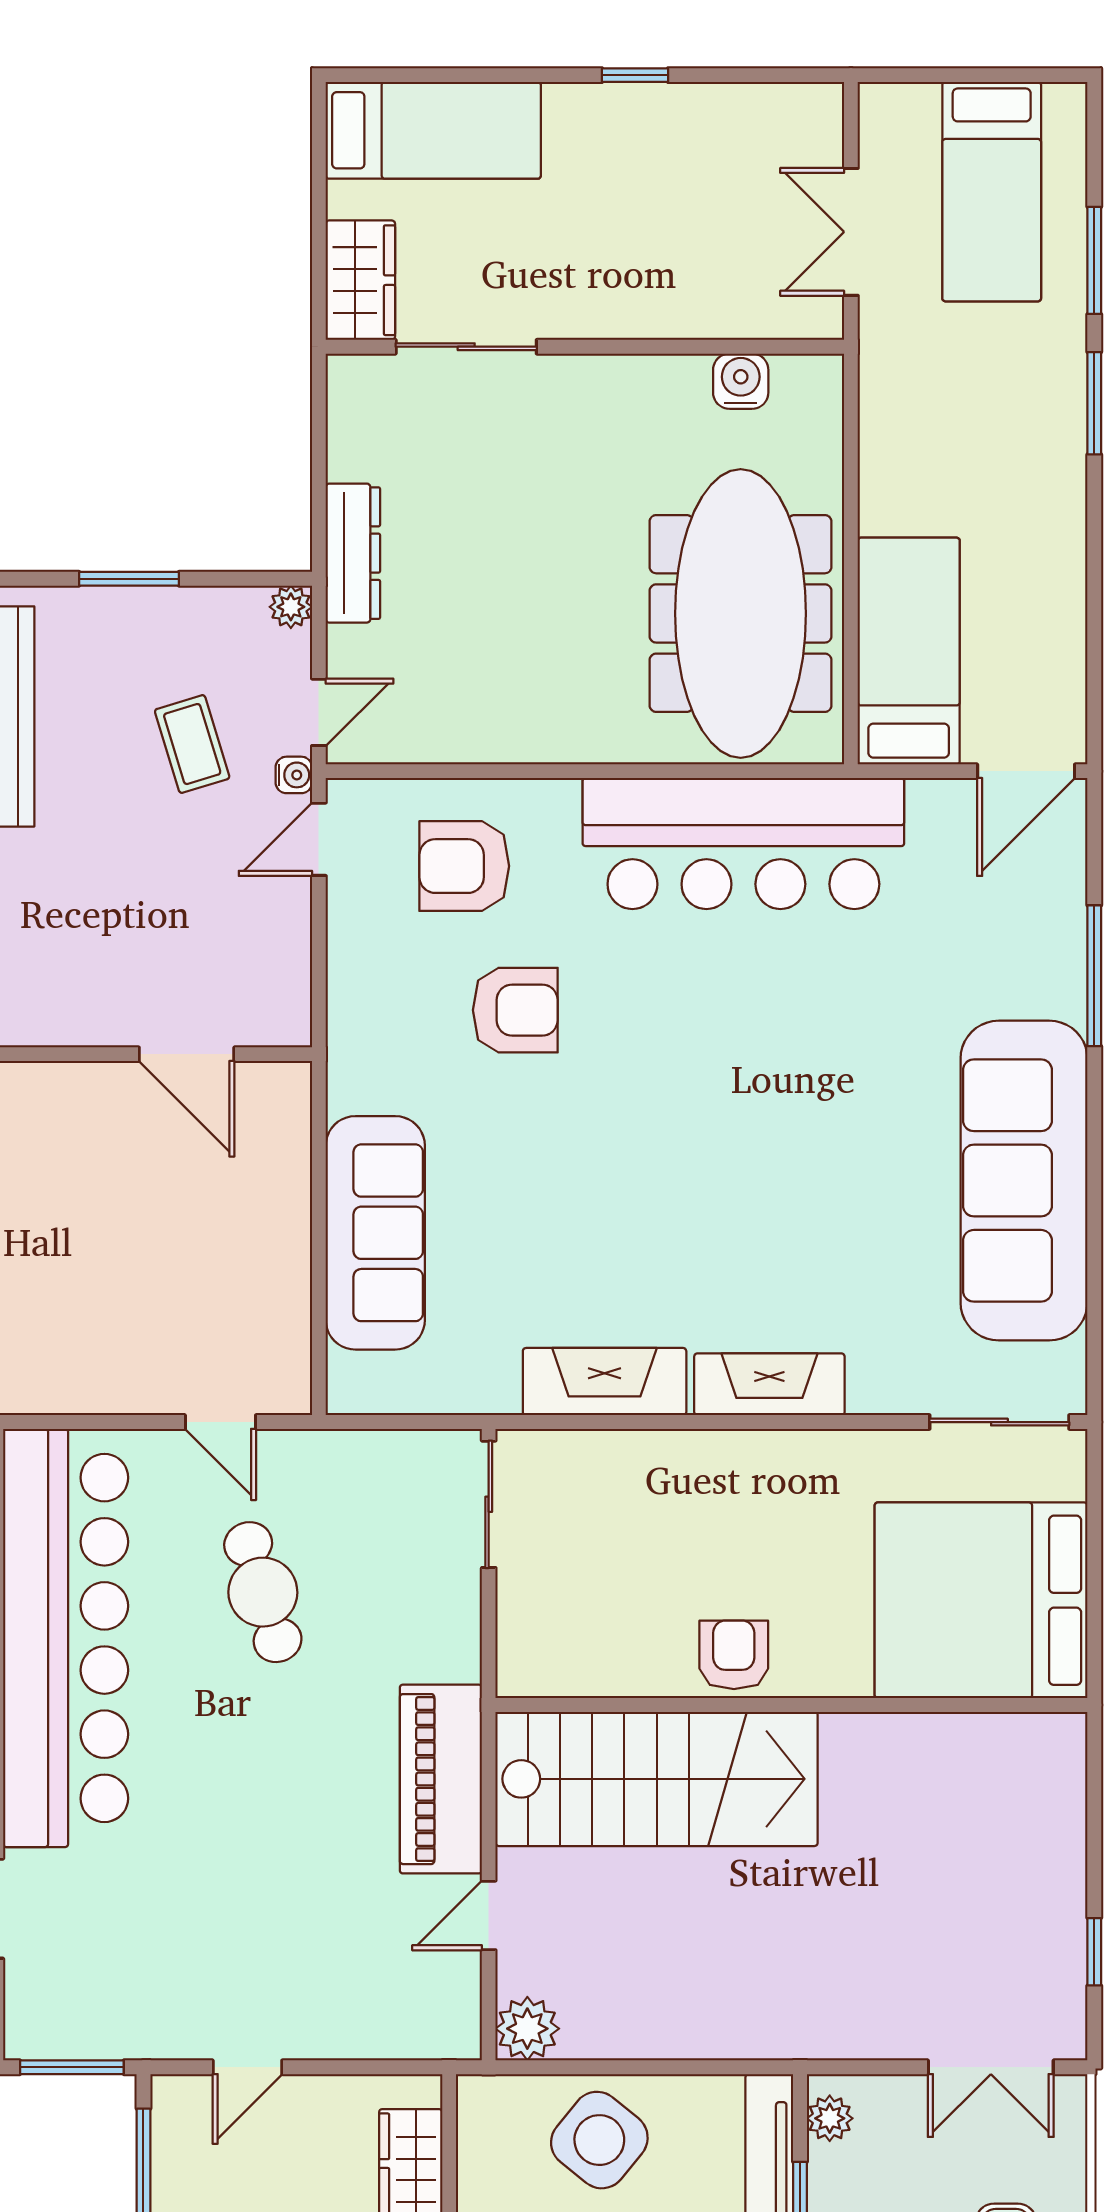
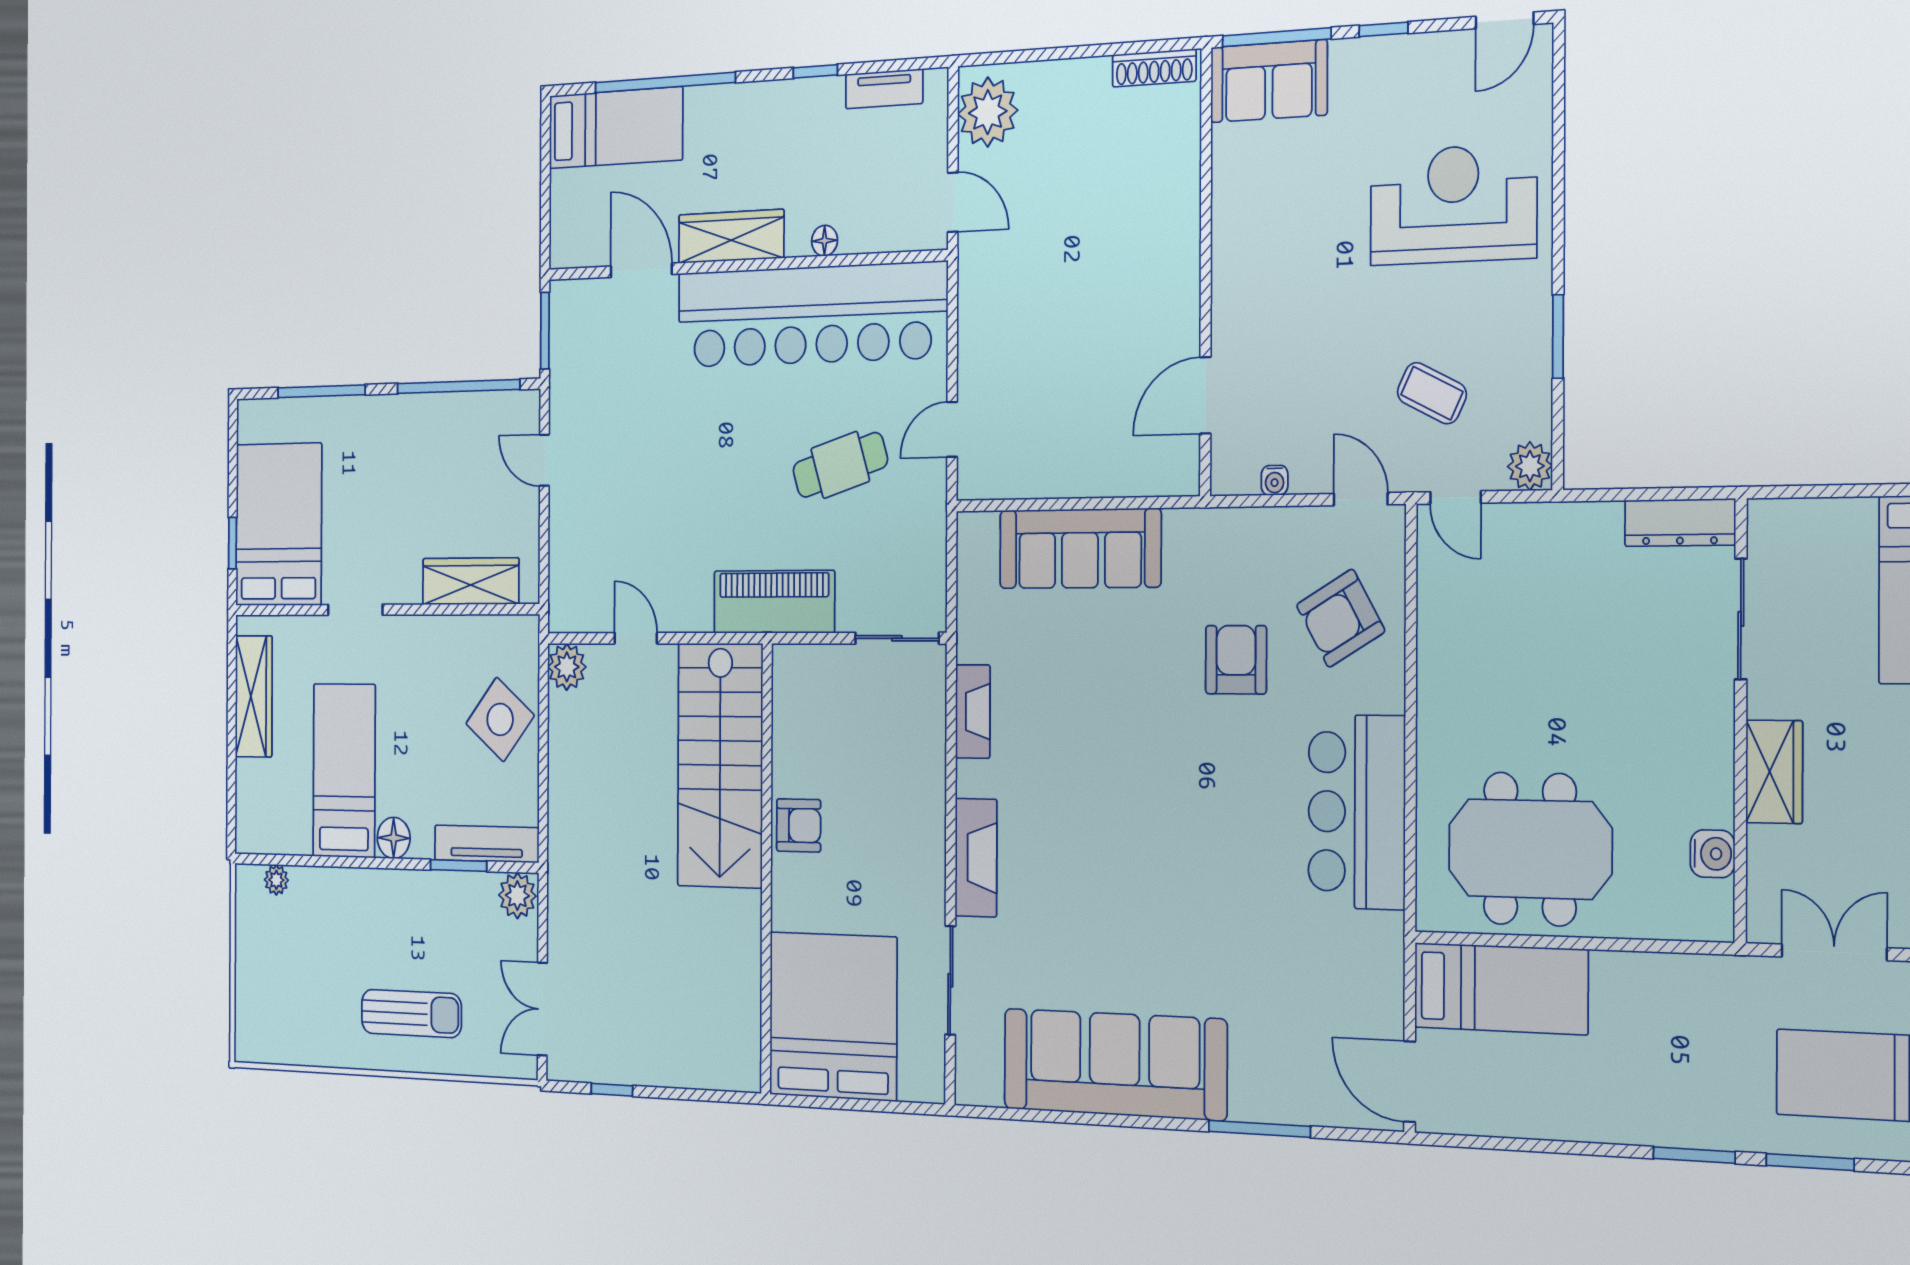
wardrobe: (360, 280) -> (1774, 772), moved, turned -90
dresser: (353, 553) -> (1680, 523), moved
plant: (291, 607) -> (1530, 466), width x1.38, depth x1.38
meeting table: (741, 613) -> (1530, 849), width x0.73
coffee table: (192, 744) -> (1432, 393), turned 43
water cooler: (294, 775) -> (1275, 480), moved
bar counter: (743, 844) -> (1357, 812), width x0.73
armchair: (464, 866) -> (1341, 618), turned -120
armchair: (515, 1010) -> (1236, 660), turned 180
fireplace: (605, 1382) -> (973, 712), width x0.73, depth x0.76
sliding door: (999, 1422) -> (950, 980), moved
piano: (441, 1779) -> (774, 602), moved
plant: (830, 2118) -> (517, 896), width x1.38, depth x1.38

